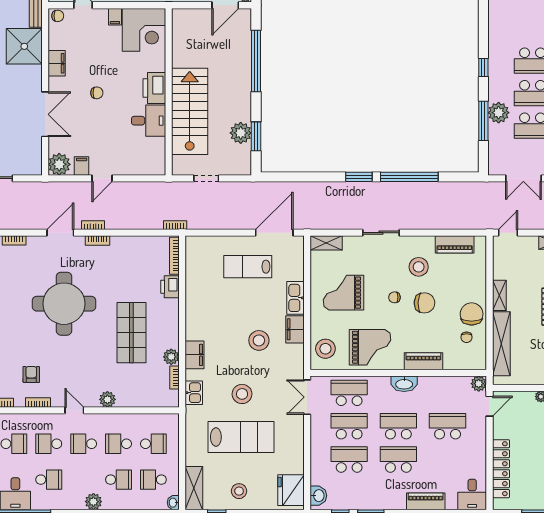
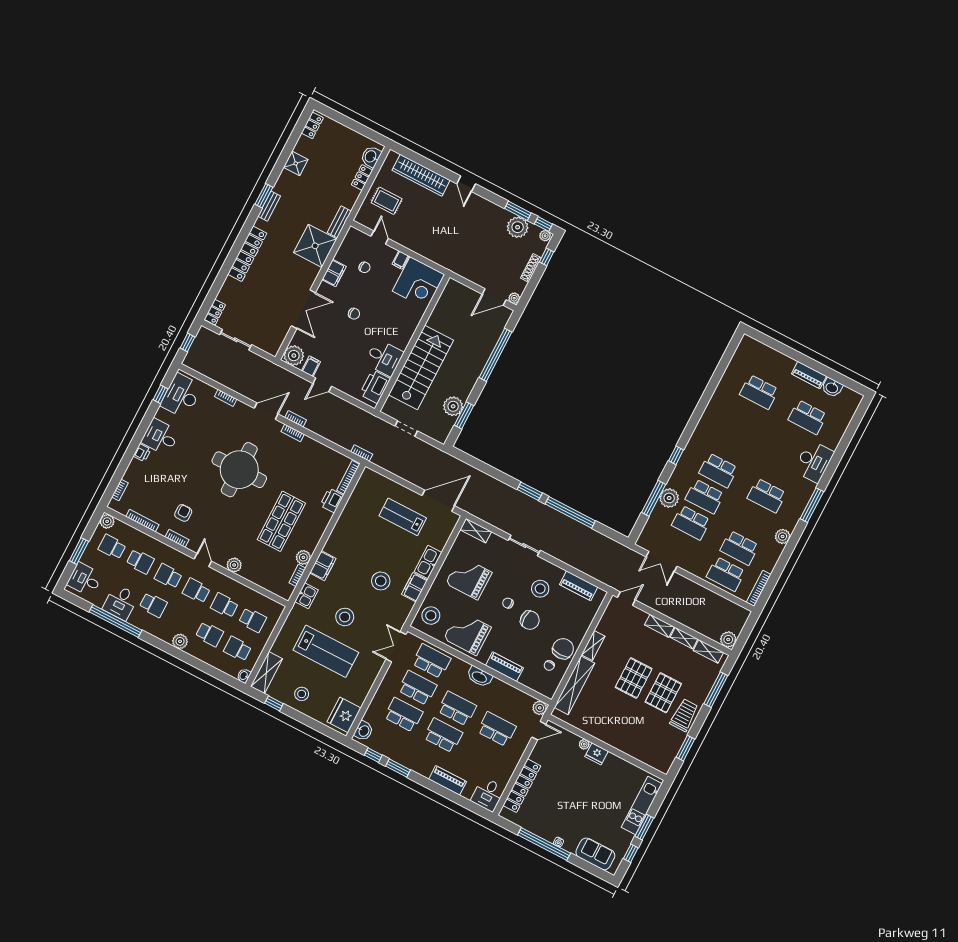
chair: (58, 16) -> (364, 267), moved
printer: (154, 88) -> (375, 386), moved
grand piano: (370, 347) -> (467, 633), turned 180

